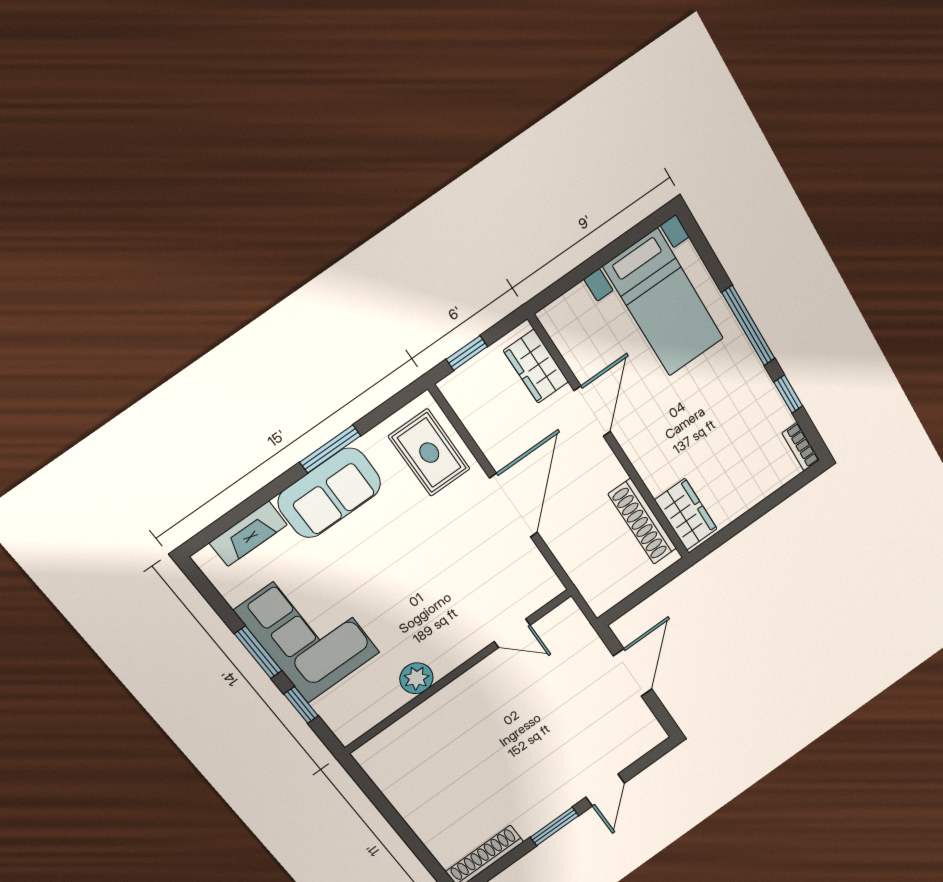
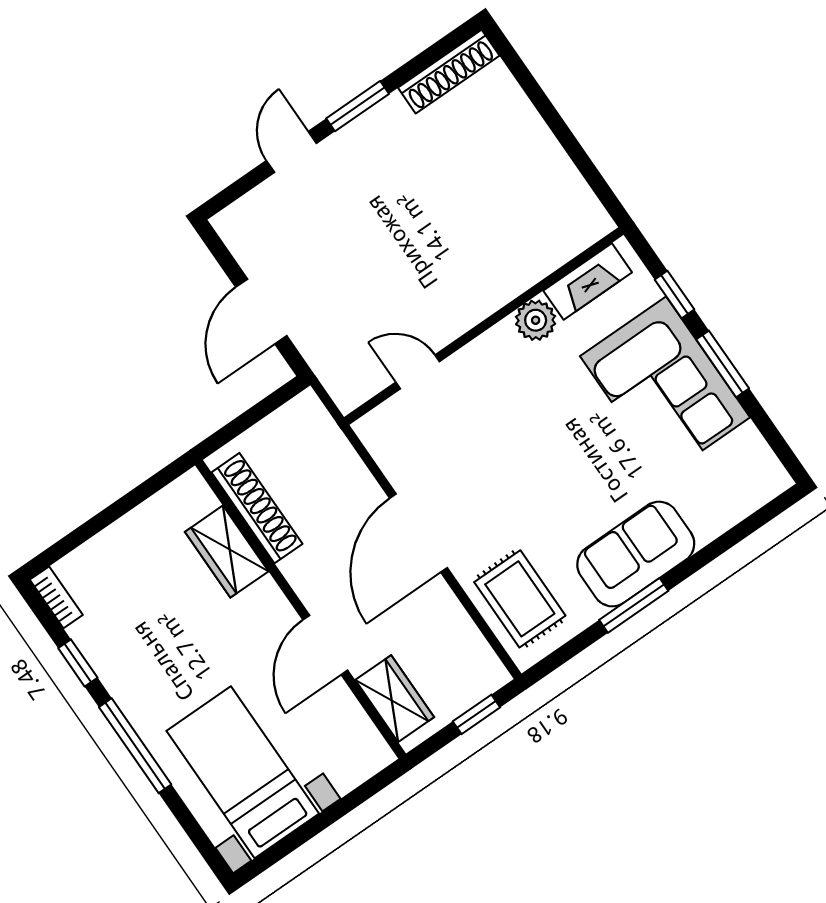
wardrobe: (686, 514) -> (227, 552), moved
fireplace: (248, 534) -> (588, 281), moved, turned 180

